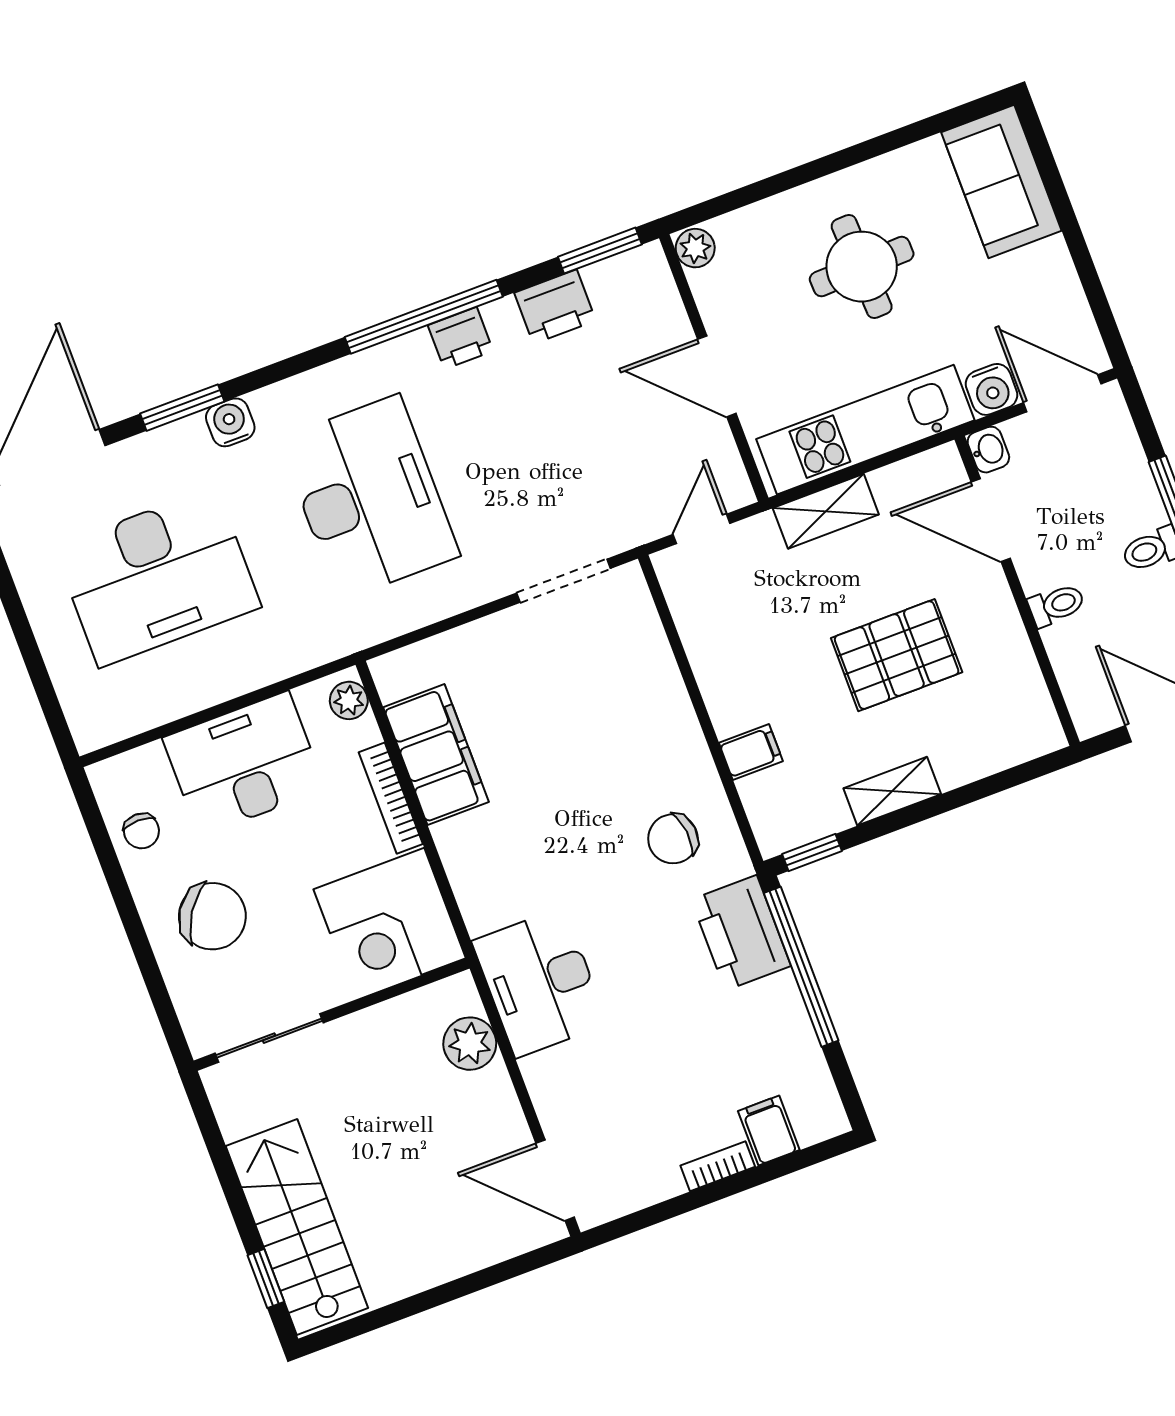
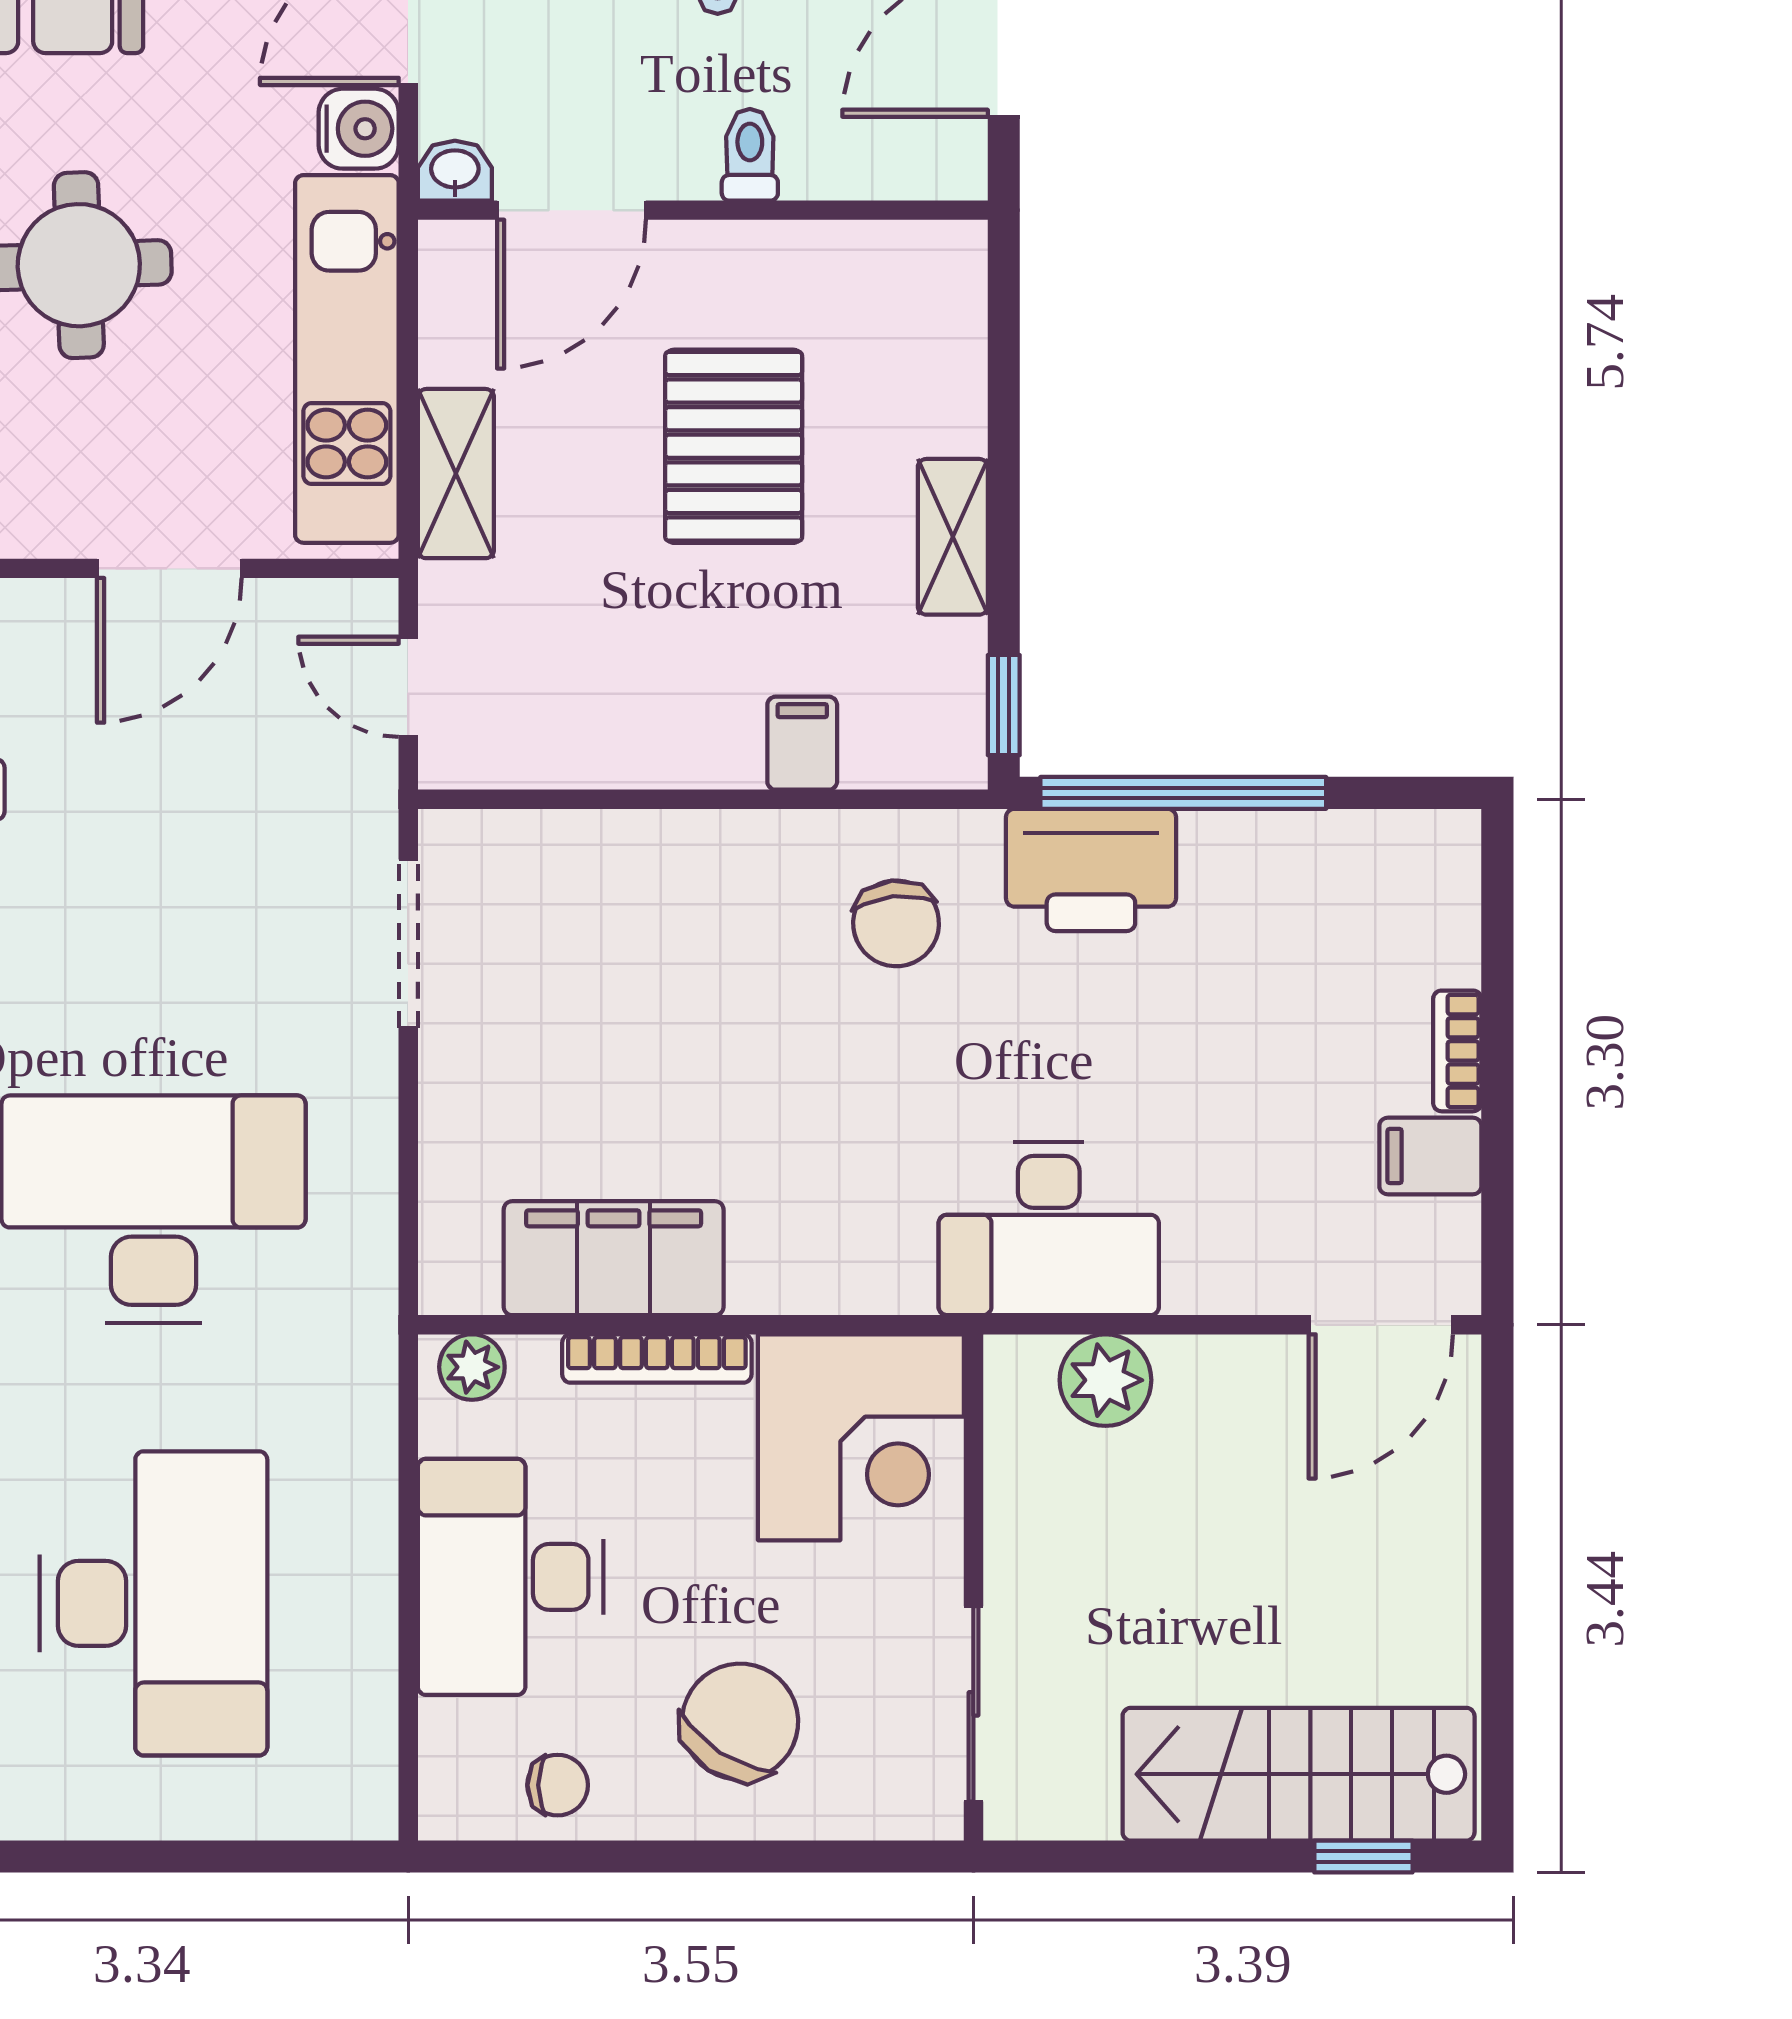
filing cabinet: (769, 1130) -> (1430, 1156), moved

